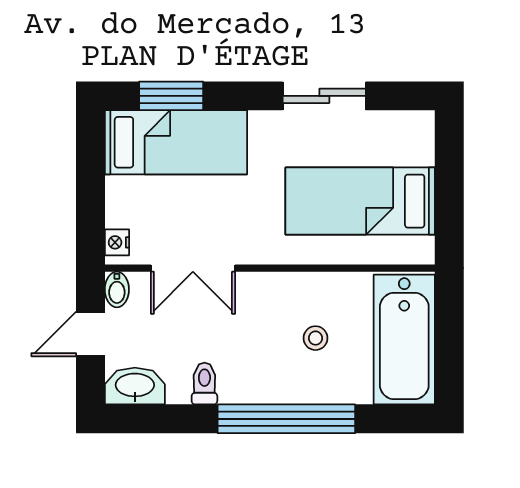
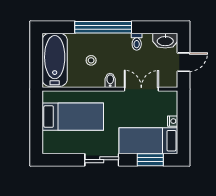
sliding door: (324, 96) -> (102, 160), moved
nightstand: (117, 242) -> (173, 121), moved
bidet: (117, 289) -> (110, 80), moved

